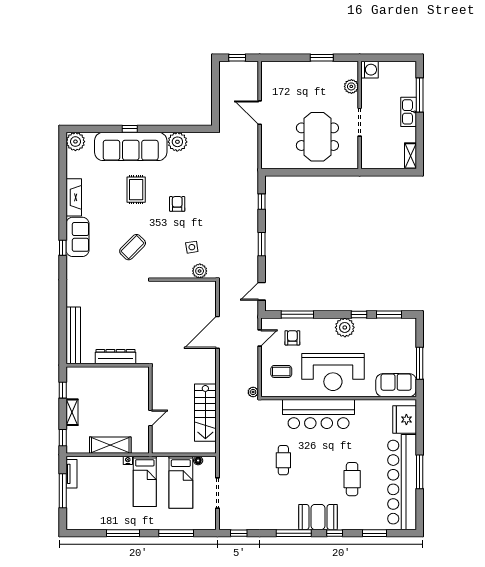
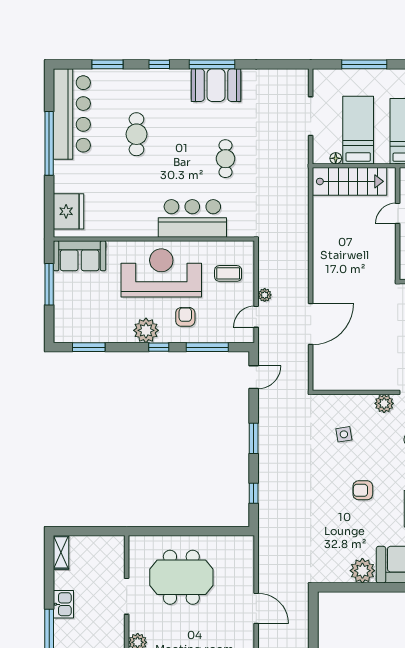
kitchen sink: (409, 112) -> (63, 604), width x0.73
meeting table: (317, 137) -> (181, 577), turned 90
armchair: (177, 204) -> (363, 490), turned 90
plant: (200, 271) -> (384, 403), moved
window: (359, 314) -> (159, 347), moved
armchair: (292, 338) -> (185, 317), moved, turned 180
plant: (253, 392) -> (265, 295), moved
stairs: (205, 413) -> (350, 181), moved, turned 90
bar counter: (319, 414) -> (192, 218), width x0.73
window: (420, 472) -> (49, 143), width x1.46
bar counter: (402, 482) -> (72, 114), width x0.73
booth: (318, 517) -> (216, 85), moved
window: (239, 533) -> (283, 64), removed

